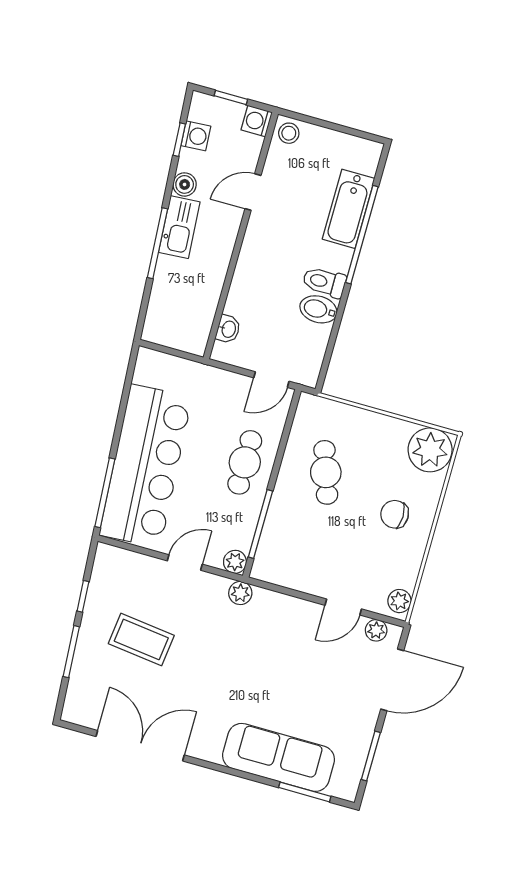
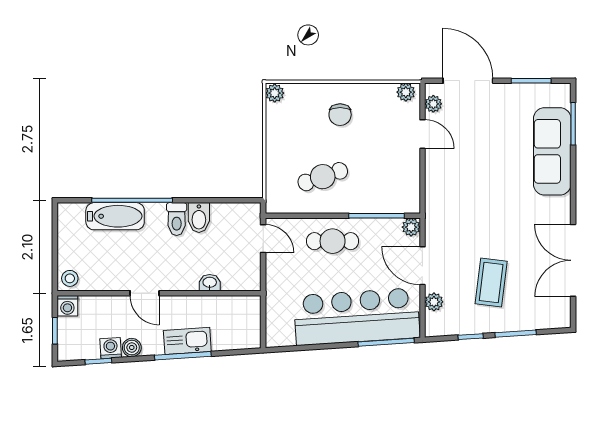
washing machine: (196, 136) -> (111, 348), moved
door: (253, 192) -> (145, 293), moved
kitchen sink: (179, 227) -> (187, 341), moved
washbasin: (228, 329) -> (210, 283), moved
plant: (430, 450) -> (275, 93), width x0.53, depth x0.53
door: (185, 562) -> (422, 266), width x1.38
plant: (240, 593) -> (434, 302), moved

